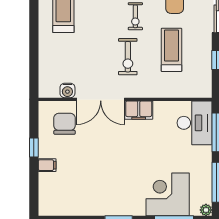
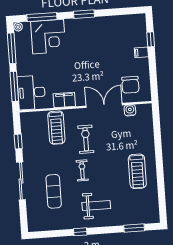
treadmill: (171, 50) -> (56, 128), moved
filing cabinet: (139, 110) -> (64, 100), moved
window: (34, 147) -> (151, 39), moved

